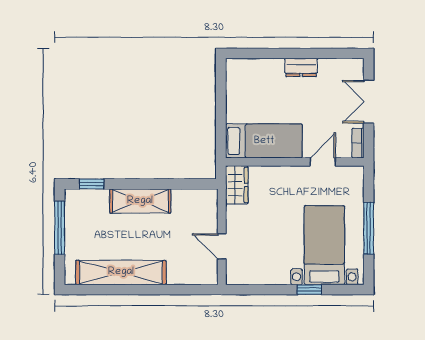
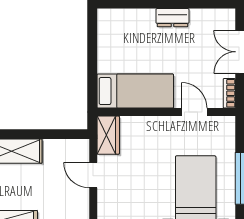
door: (323, 162) -> (194, 112), hinge flipped
door: (222, 246) -> (93, 175), moved

